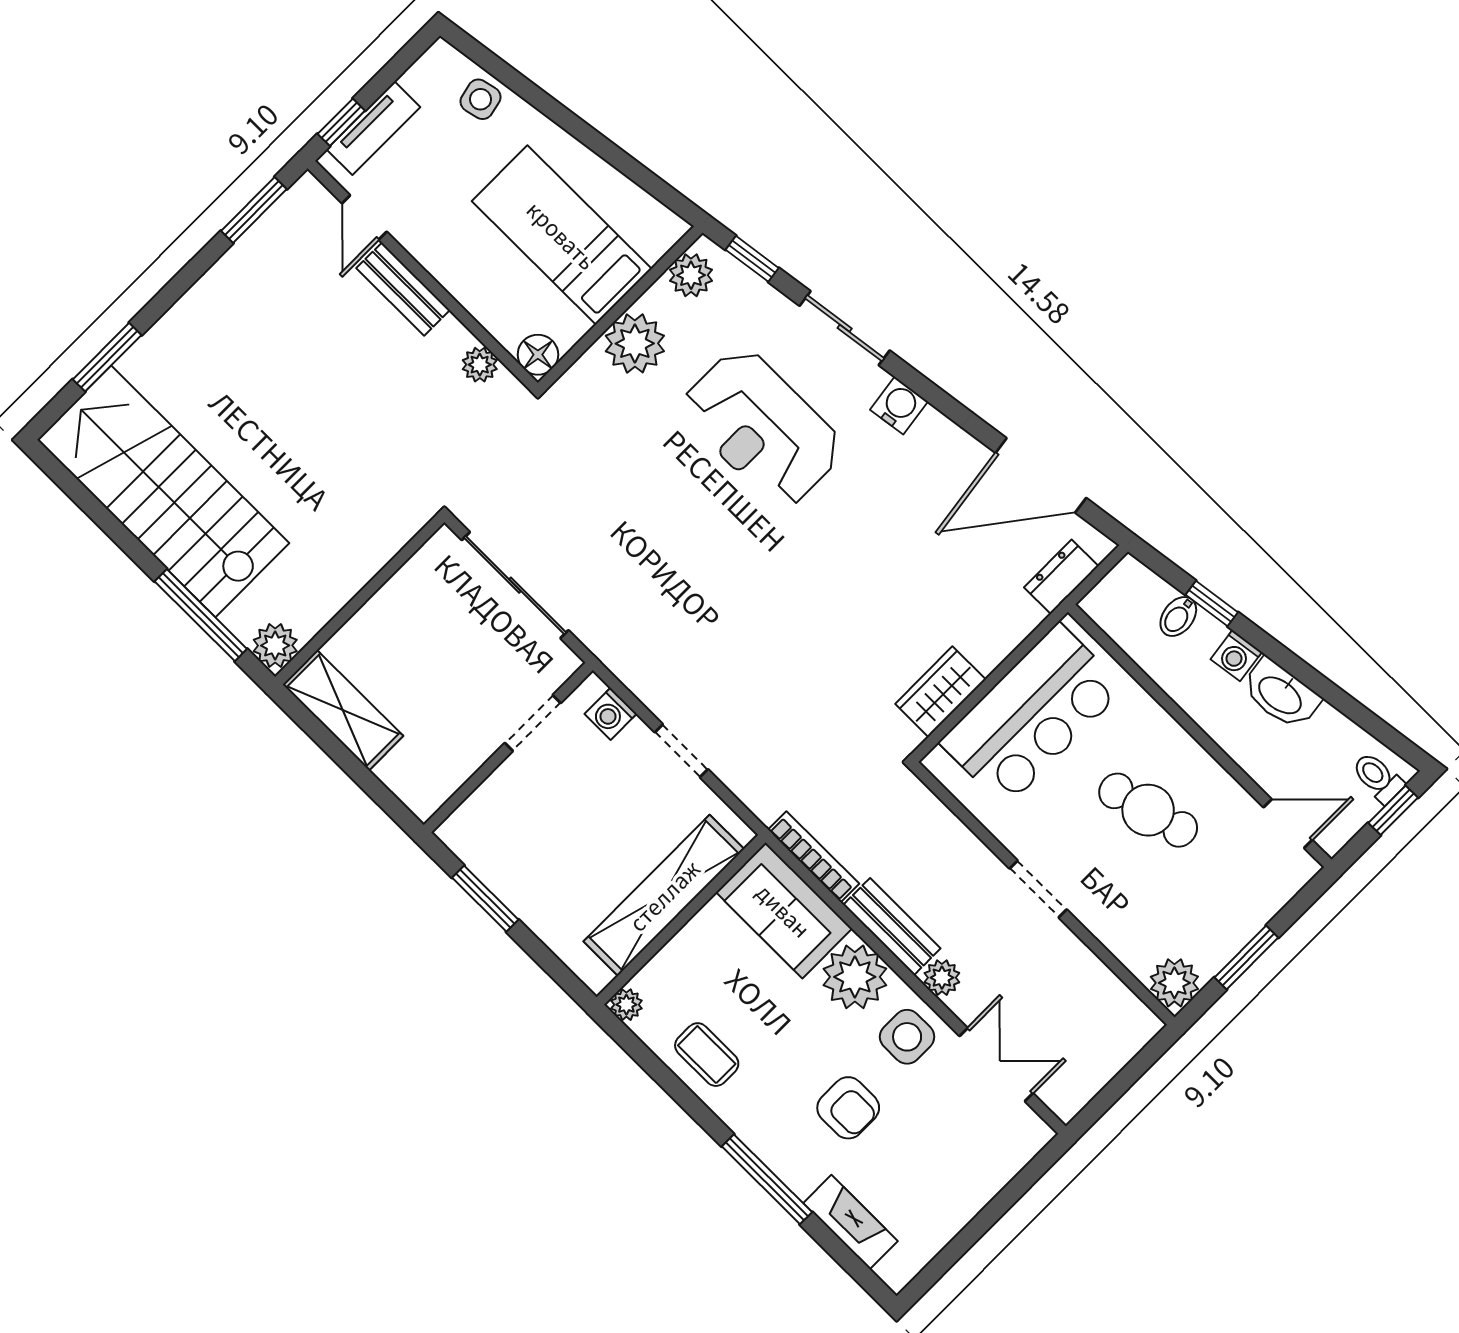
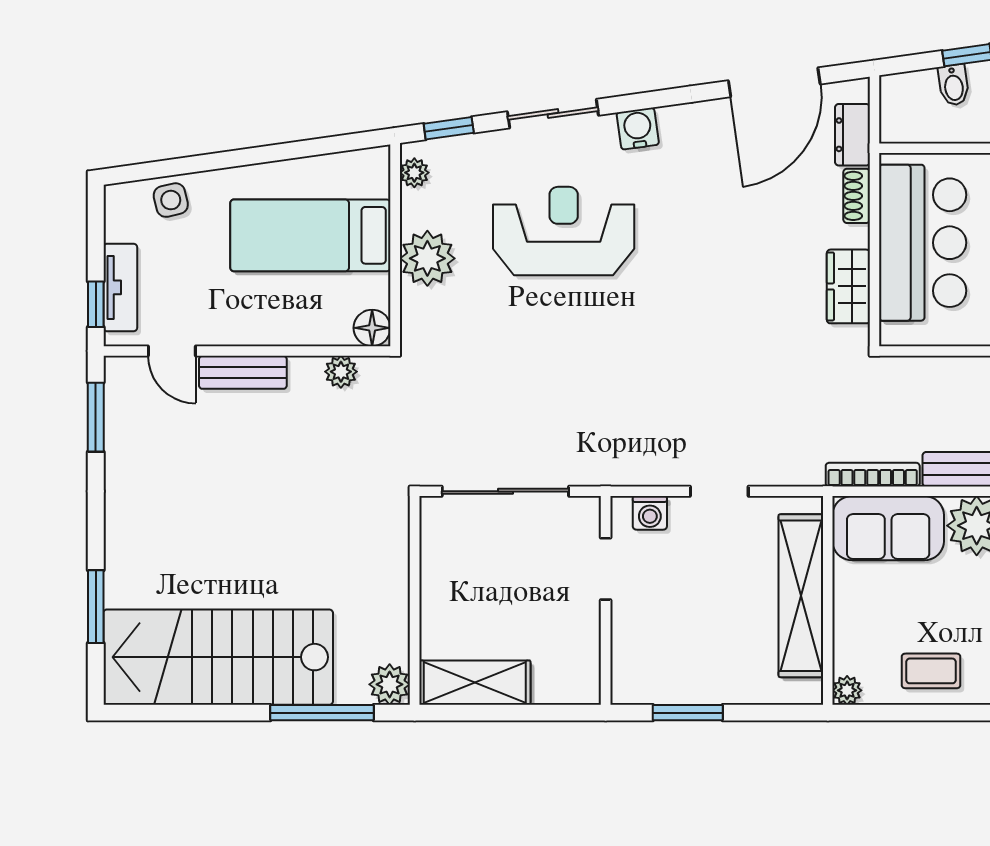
plant: (691, 275) -> (414, 173), width x0.73, depth x0.73
reception desk: (762, 428) -> (564, 231), turned 180
shoe rack: (1017, 628) -> (857, 196), added

